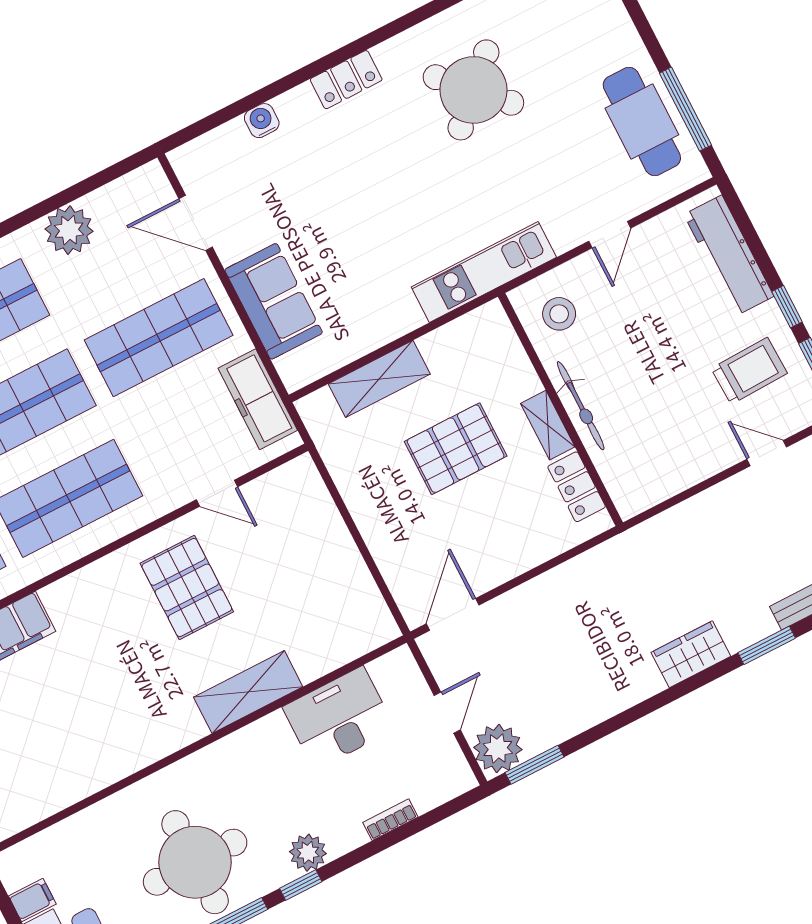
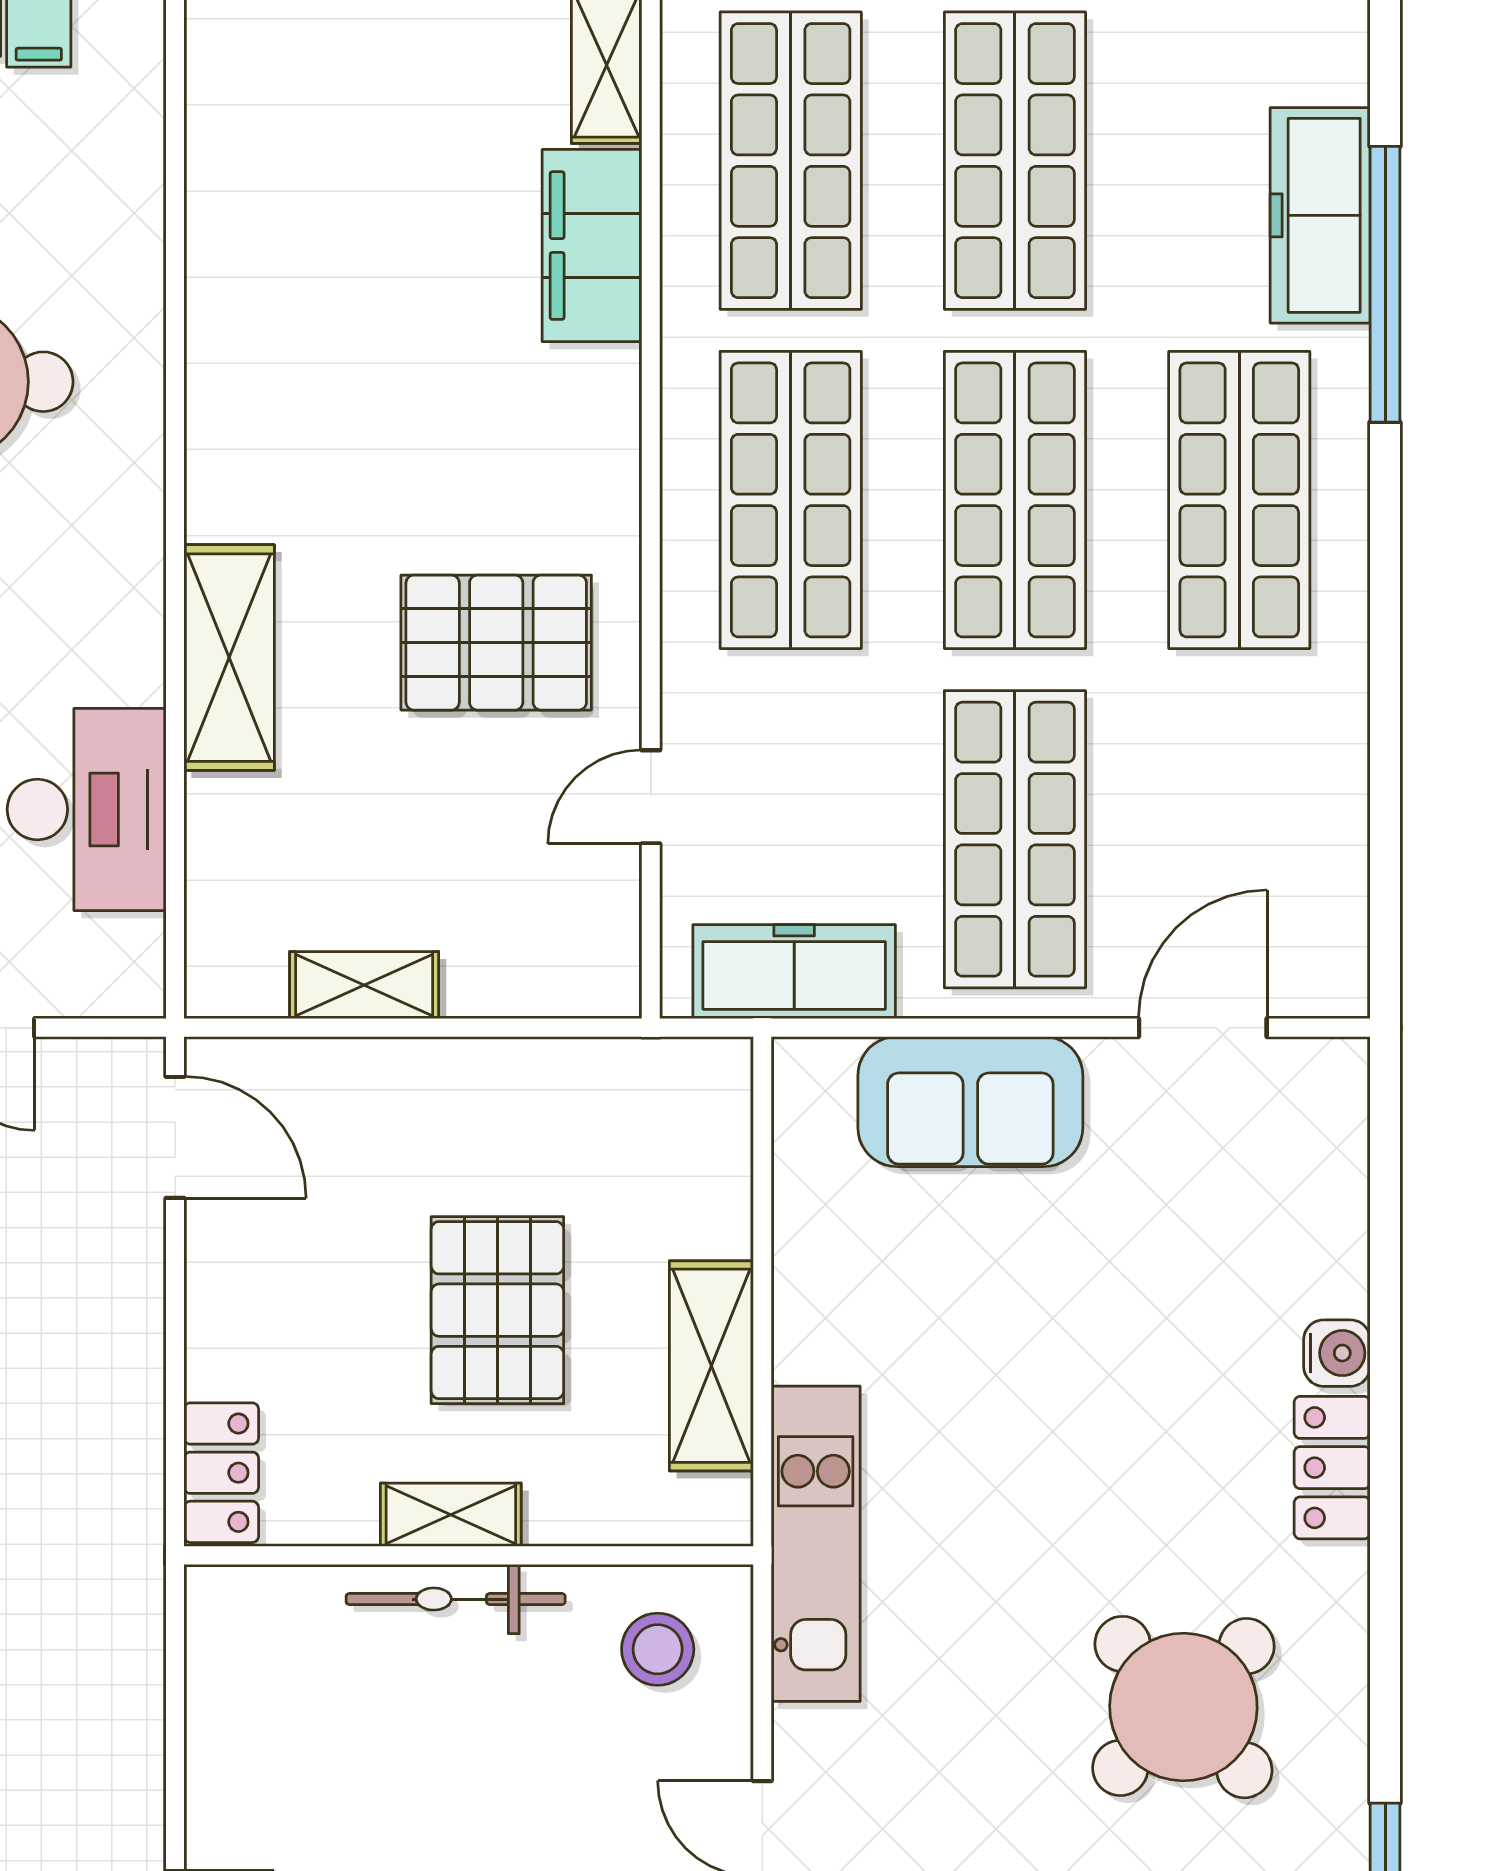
water cooler: (262, 121) -> (1337, 1353), moved
plant: (69, 230) -> (1316, 772), removed
shelving: (379, 379) -> (711, 1366), moved
locker: (577, 487) -> (221, 1473), moved, turned 90
shelving: (352, 570) -> (364, 985), added

